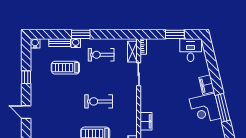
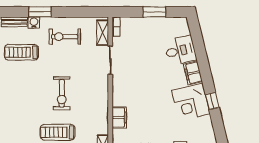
desk: (191, 50) -> (180, 50), moved, turned 76
exercise bike: (99, 101) -> (62, 93), turned -90
window: (223, 108) -> (212, 101), width x0.46

